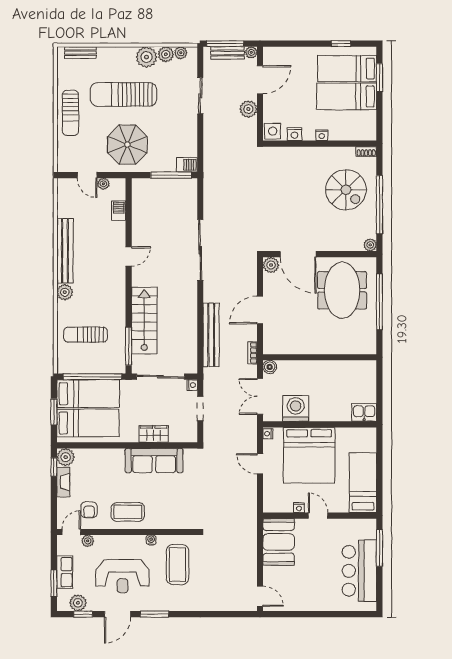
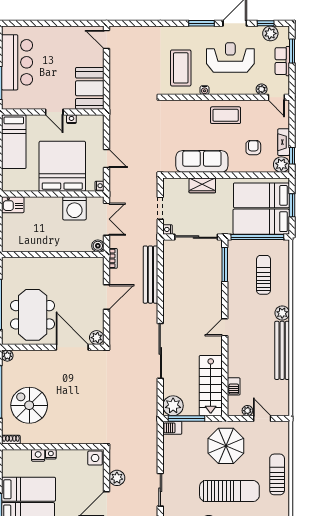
nightstand: (295, 134) -> (38, 455), moved
plant: (186, 189) -> (173, 406), added
door: (129, 256) -> (225, 327), moved
stairs: (144, 321) -> (211, 386), moved
sun lounger: (86, 335) -> (263, 275), turned -90
armchair: (89, 510) -> (253, 148), moved
door: (71, 532) -> (276, 97), hinge flipped

